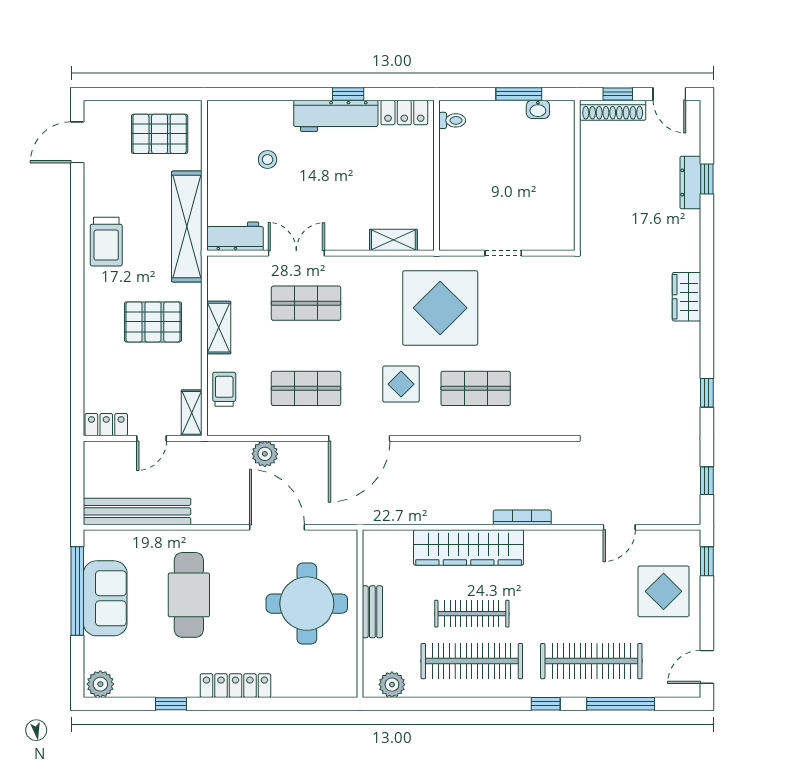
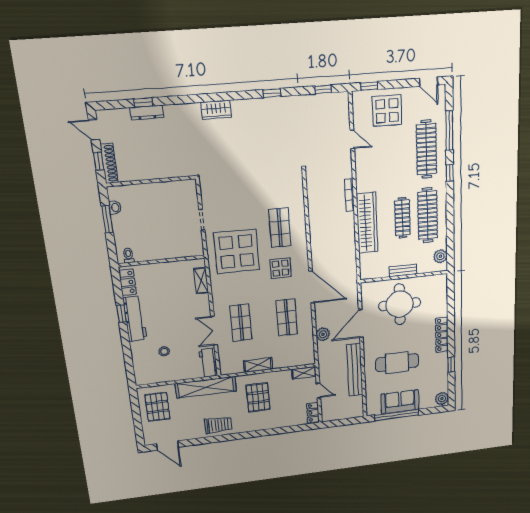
door: (669, 94) -> (94, 130), swing flipped
trolley: (224, 389) -> (290, 358), removed
bench: (137, 511) -> (355, 370), moved

